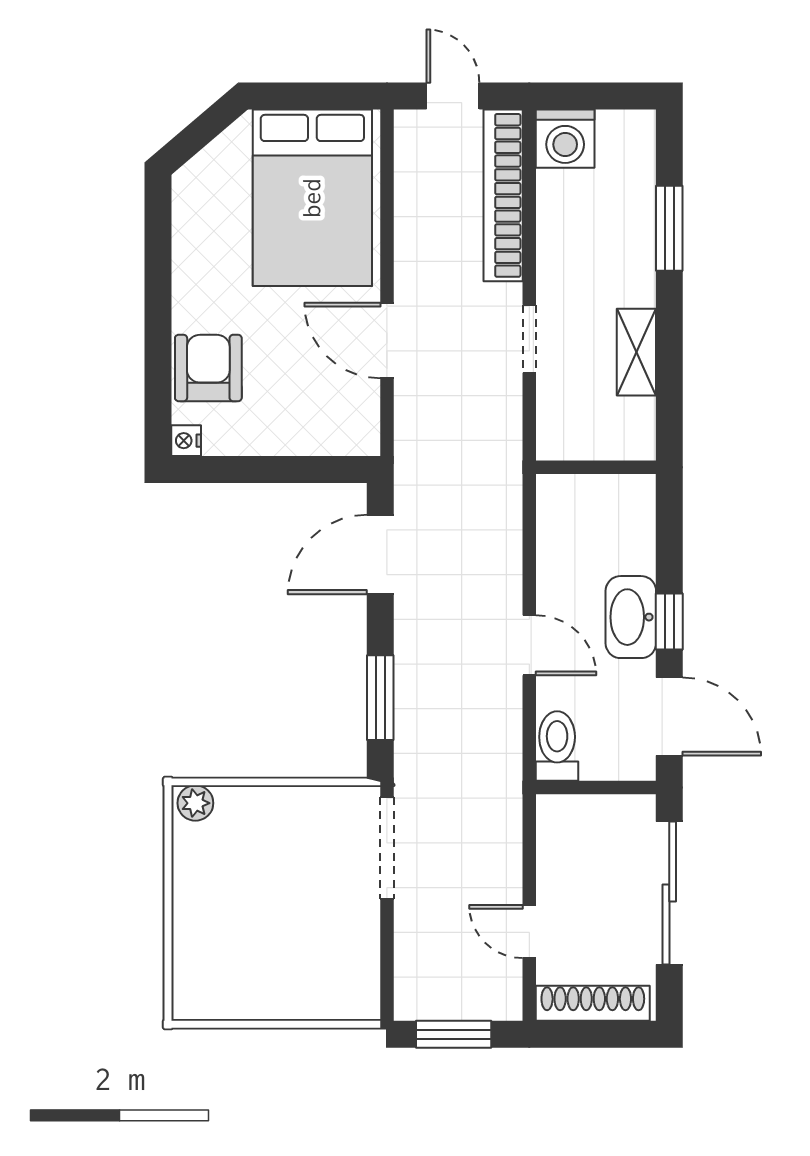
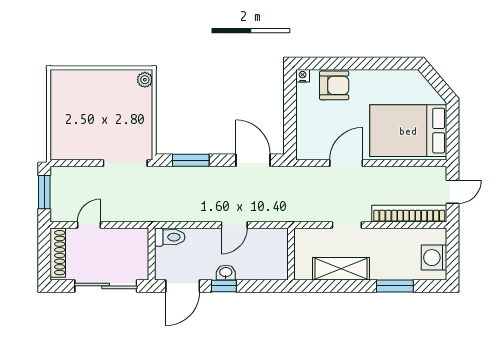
washing machine: (565, 139) -> (434, 258), moved
shelving: (636, 352) -> (341, 269), width x1.50, depth x1.33
washbasin: (631, 617) -> (226, 273), width x0.52, depth x0.69
door: (529, 645) -> (234, 225), moved

